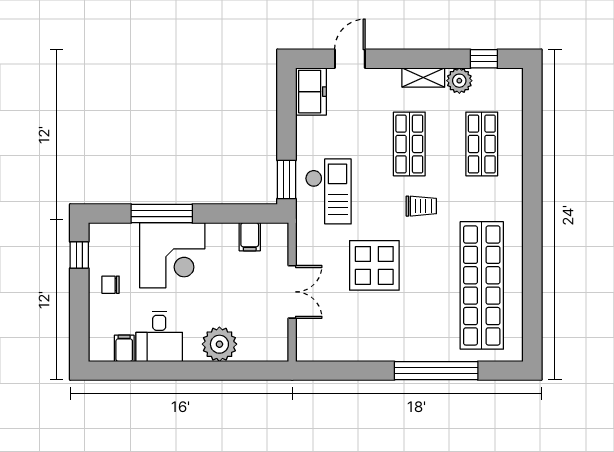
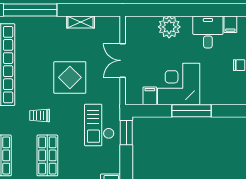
window: (162, 214) -> (192, 111), moved
corner desk: (172, 255) -> (179, 84), moved
shelving: (358, 352) -> (81, 22), added

